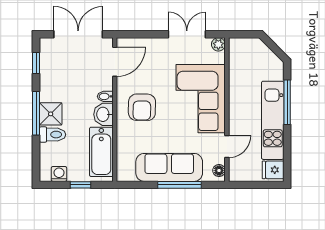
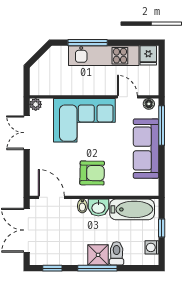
window: (180, 185) -> (162, 126), moved

